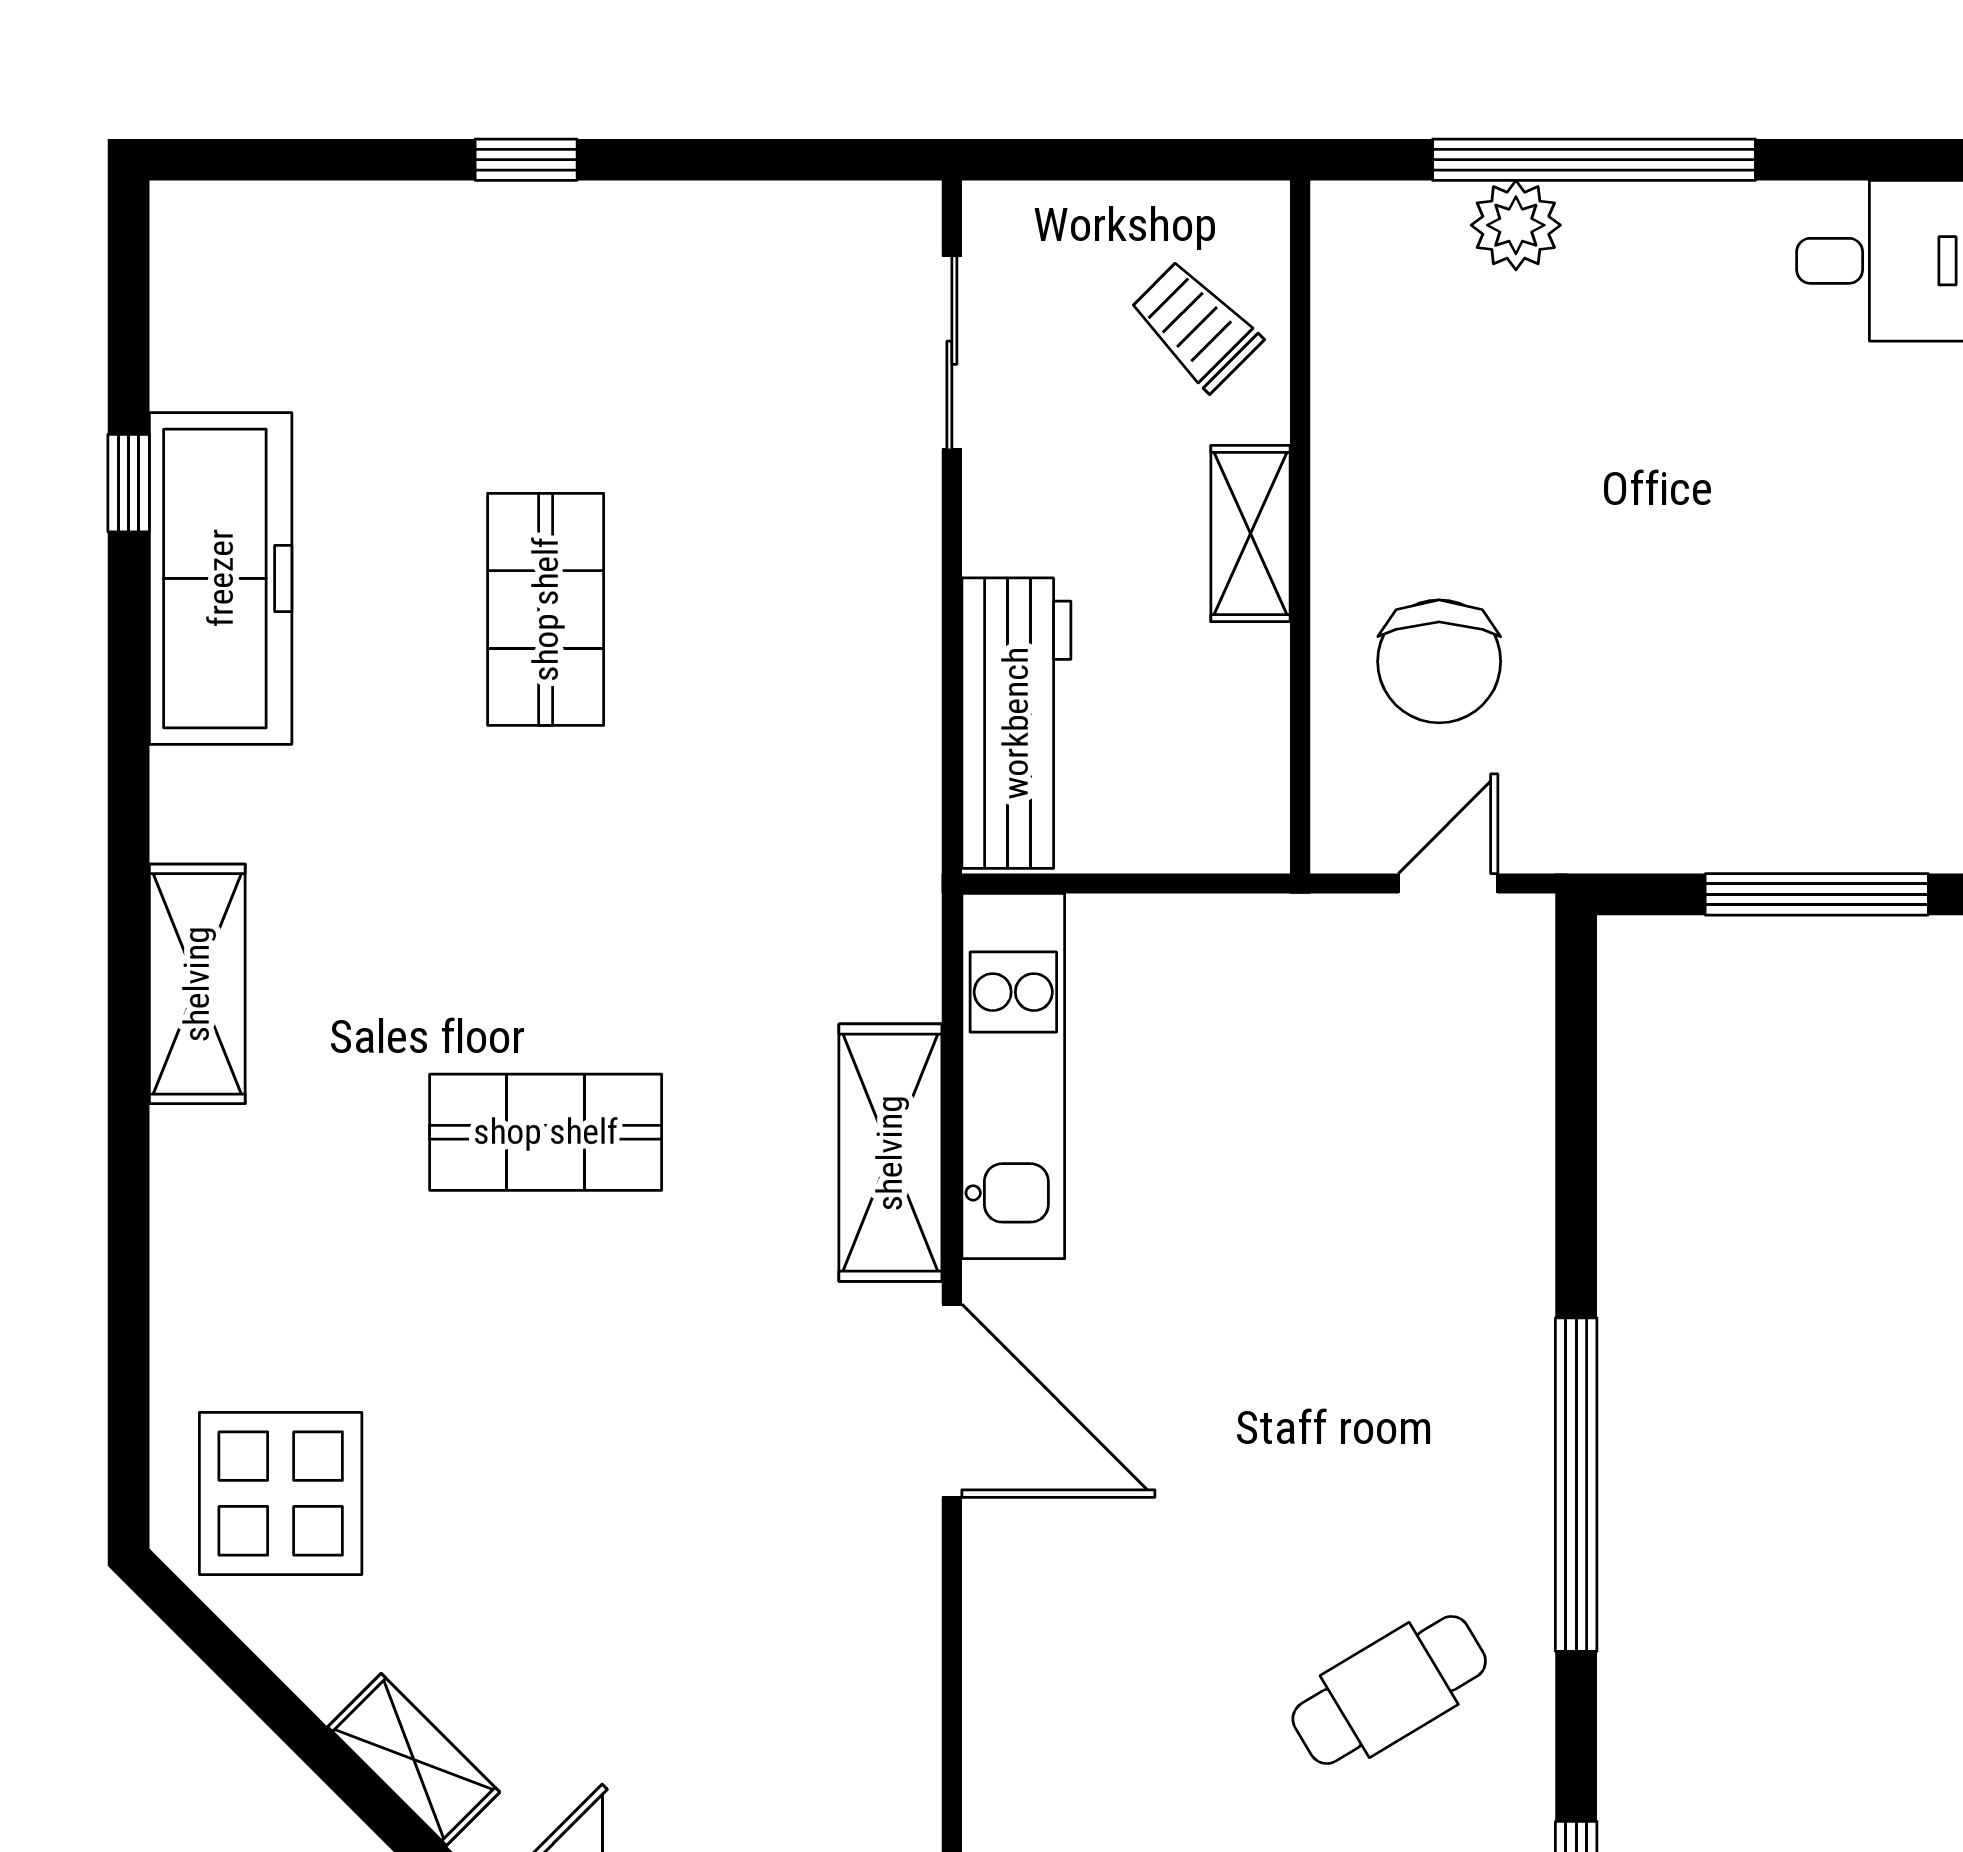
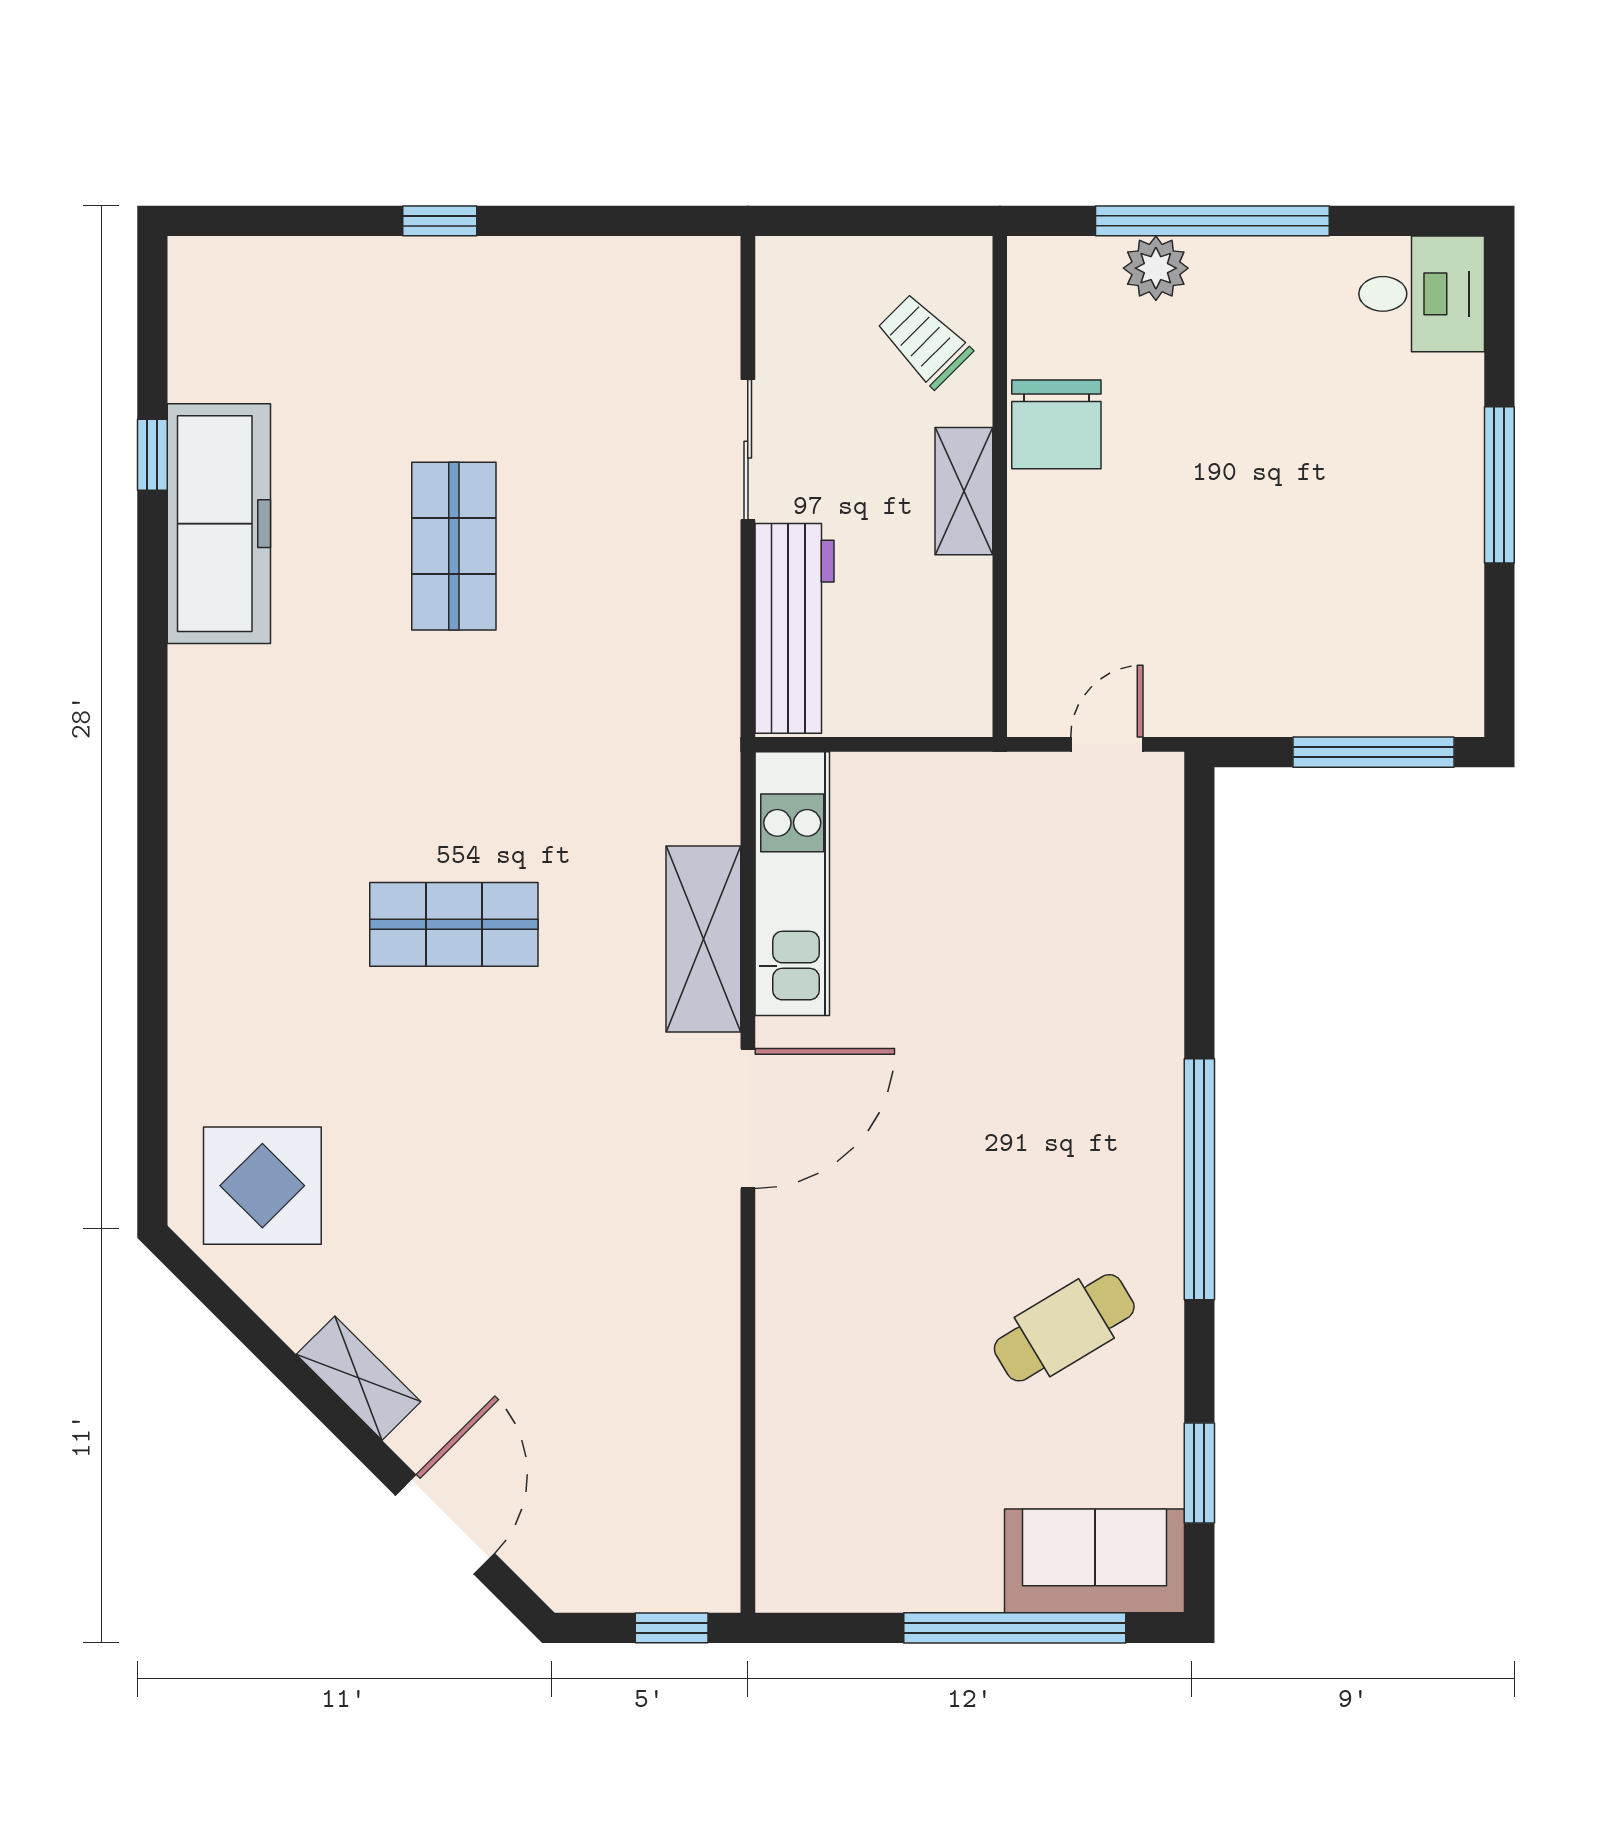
sliding door: (952, 353) -> (748, 450), moved
chair: (1439, 661) -> (1056, 424), moved
shelving: (197, 984) -> (202, 817), removed
door: (952, 1401) -> (748, 1119), hinge flipped

